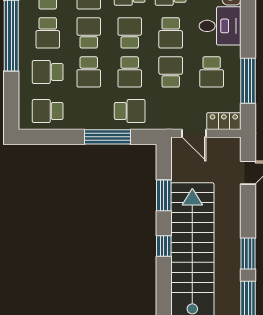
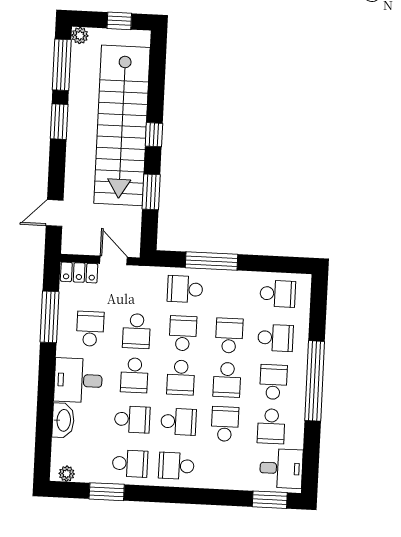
school desk: (171, 33) -> (134, 375), turned 180

